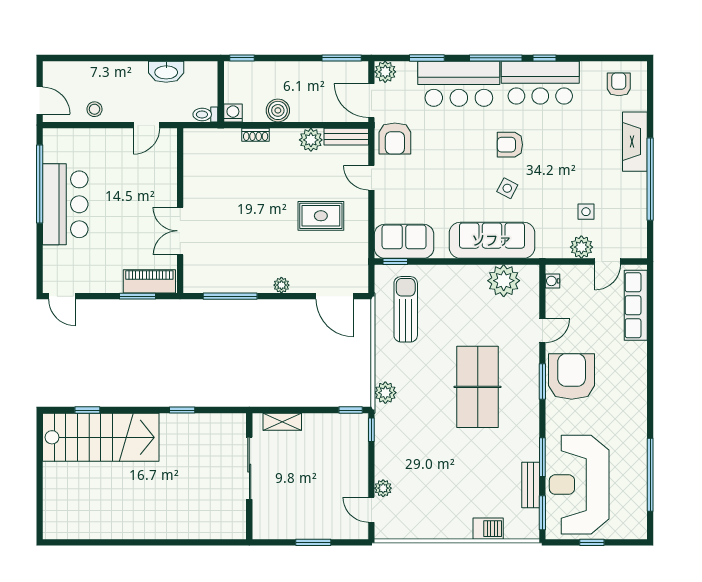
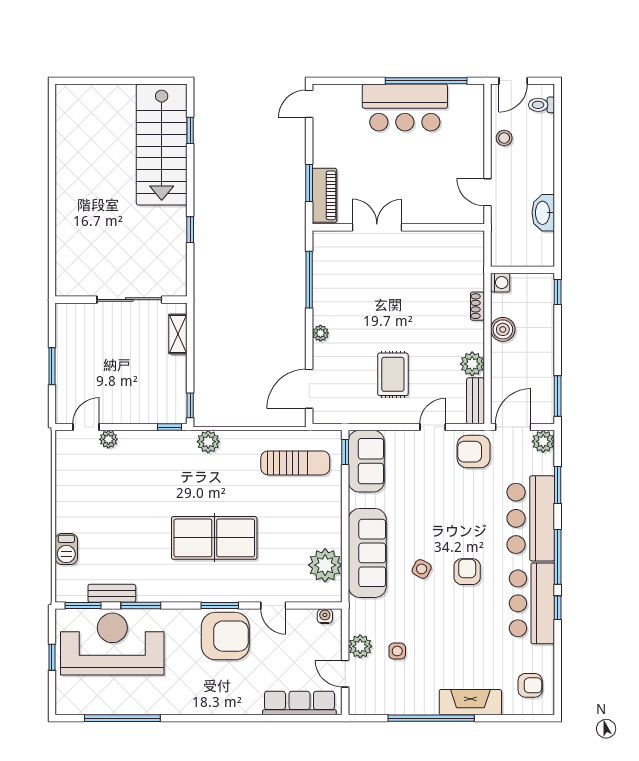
toilet: (205, 114) -> (542, 105), moved, turned -90

